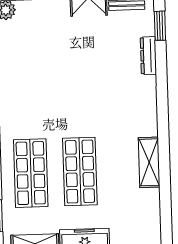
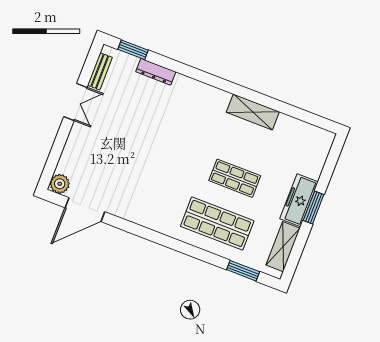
shop shelf: (80, 172) -> (235, 178), width x0.70, depth x0.74

